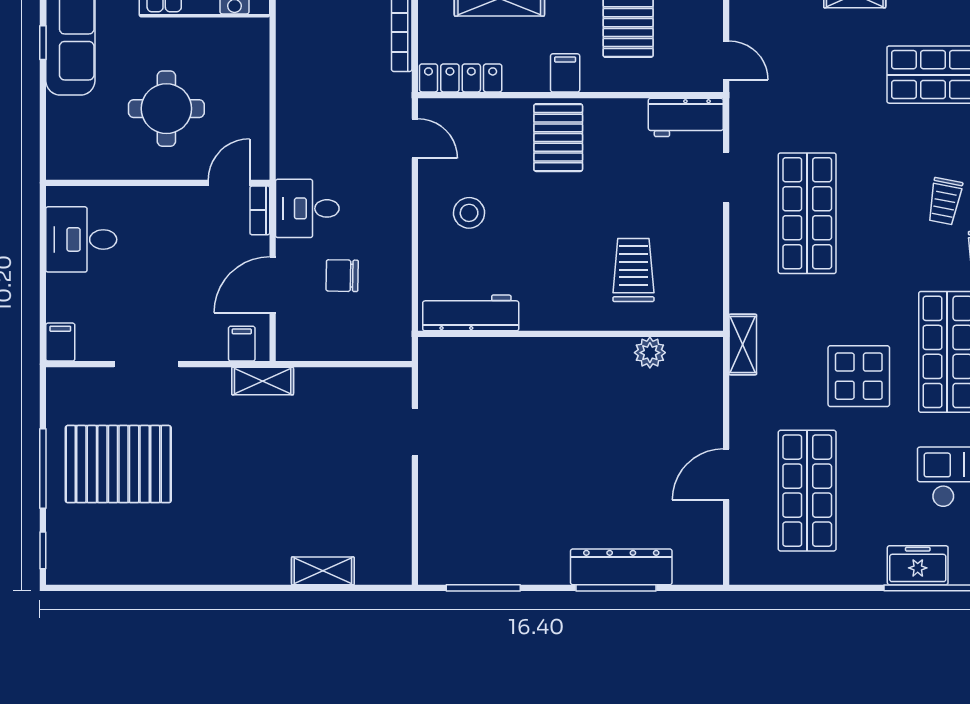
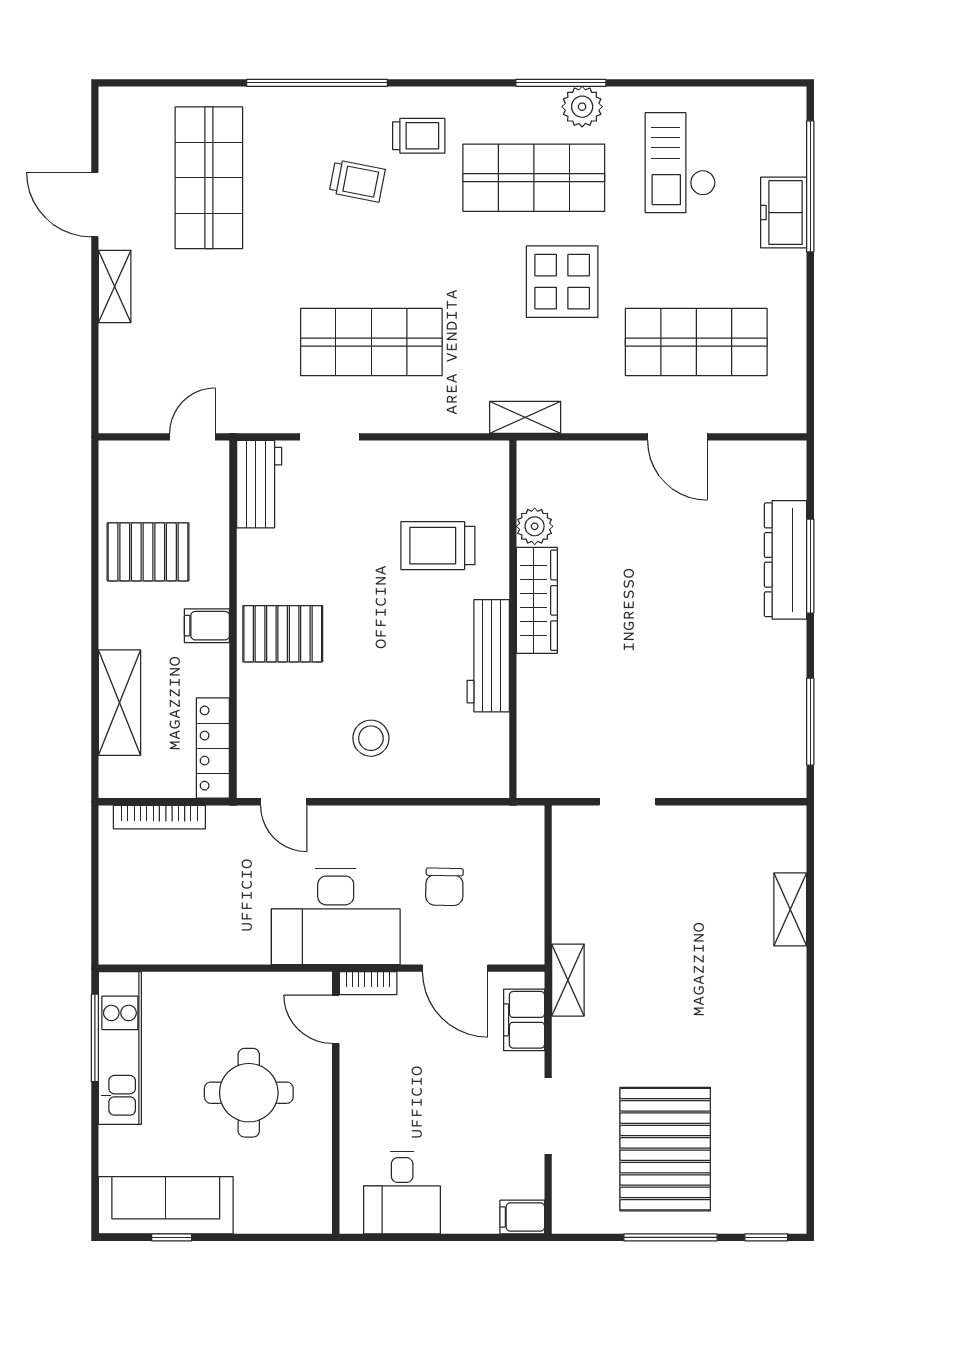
door: (415, 138) -> (284, 802), swing flipped
desk: (307, 208) -> (336, 916), width x1.87, depth x1.30
workbench: (471, 313) -> (488, 656), moved
filing cabinet: (242, 344) -> (524, 1020), width x2.00
wardrobe: (587, 354) -> (537, 600), added

